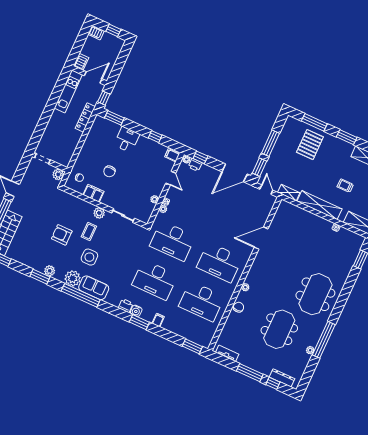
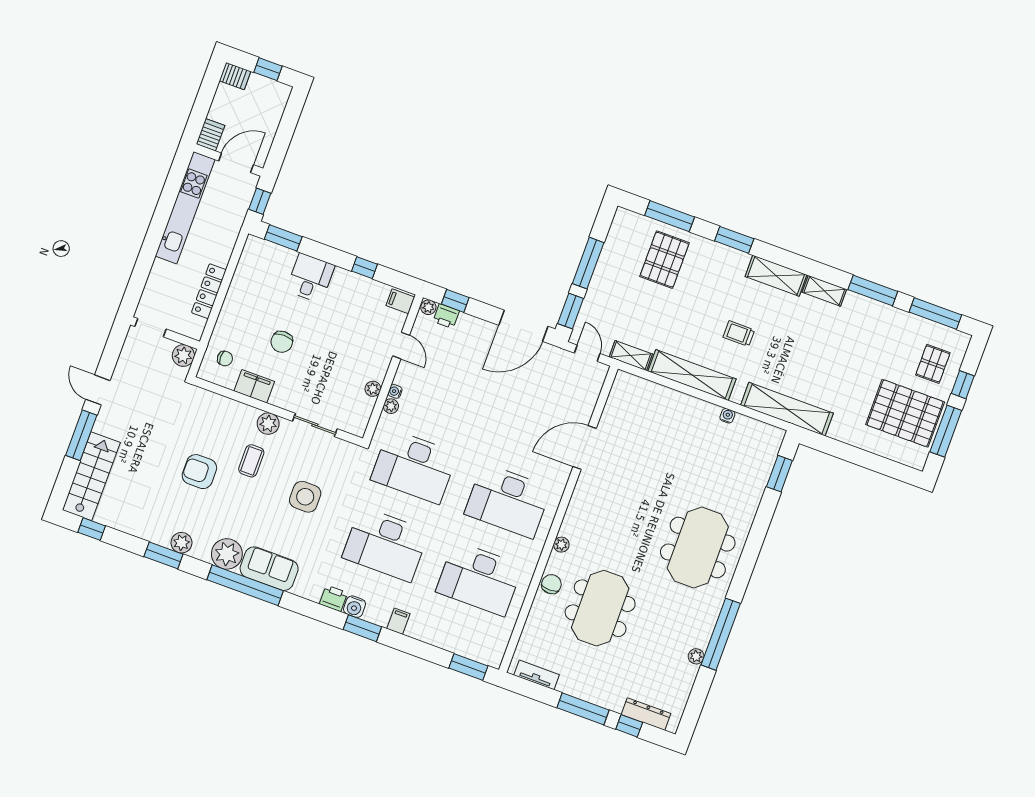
kitchen unit: (68, 91) -> (185, 208), width x1.36
locker: (85, 117) -> (209, 291), moved
side table: (89, 257) -> (305, 497), moved
meeting table: (279, 329) -> (600, 608), moved

